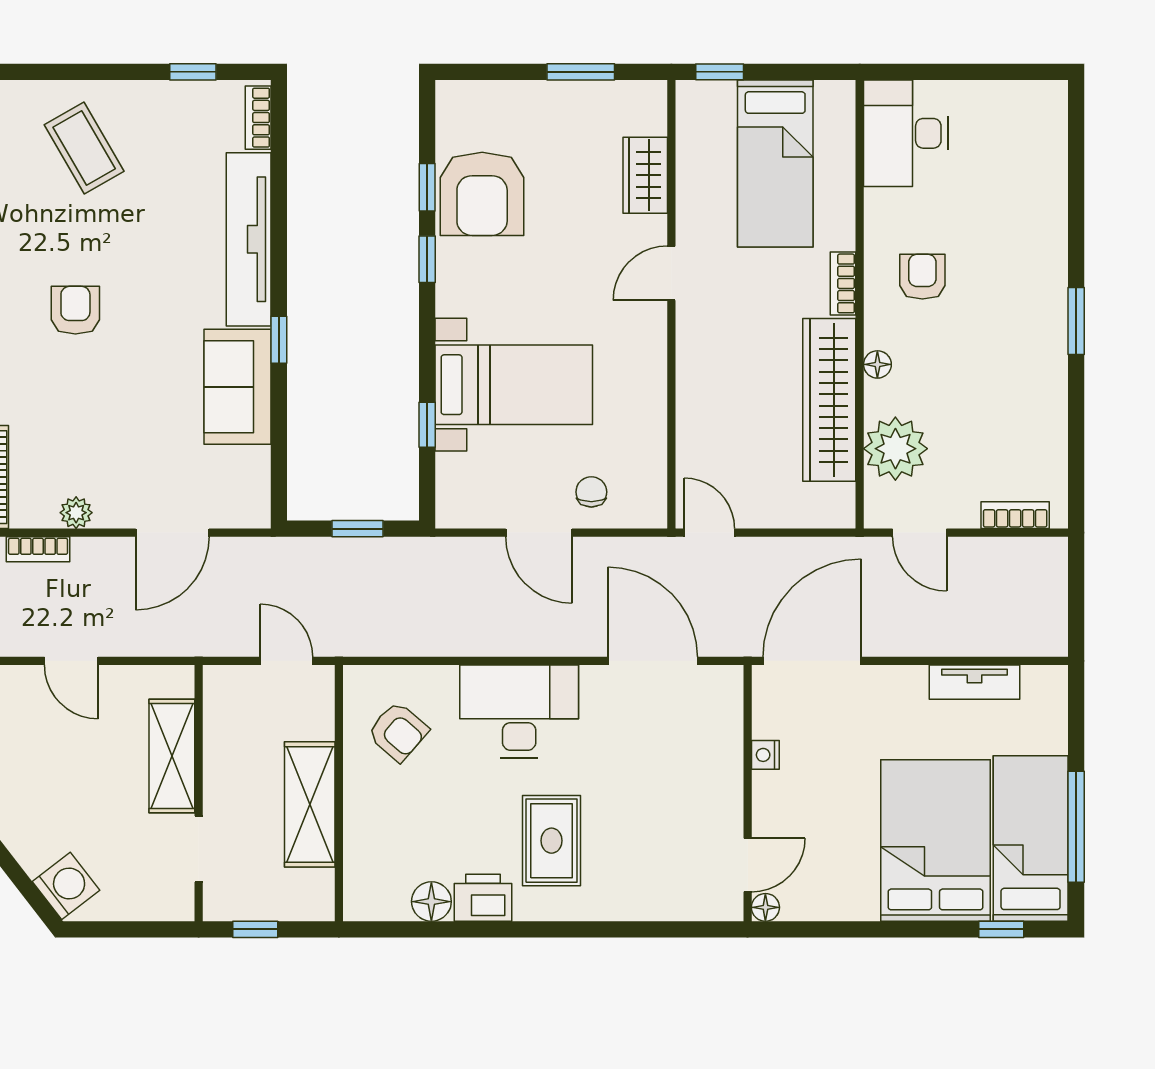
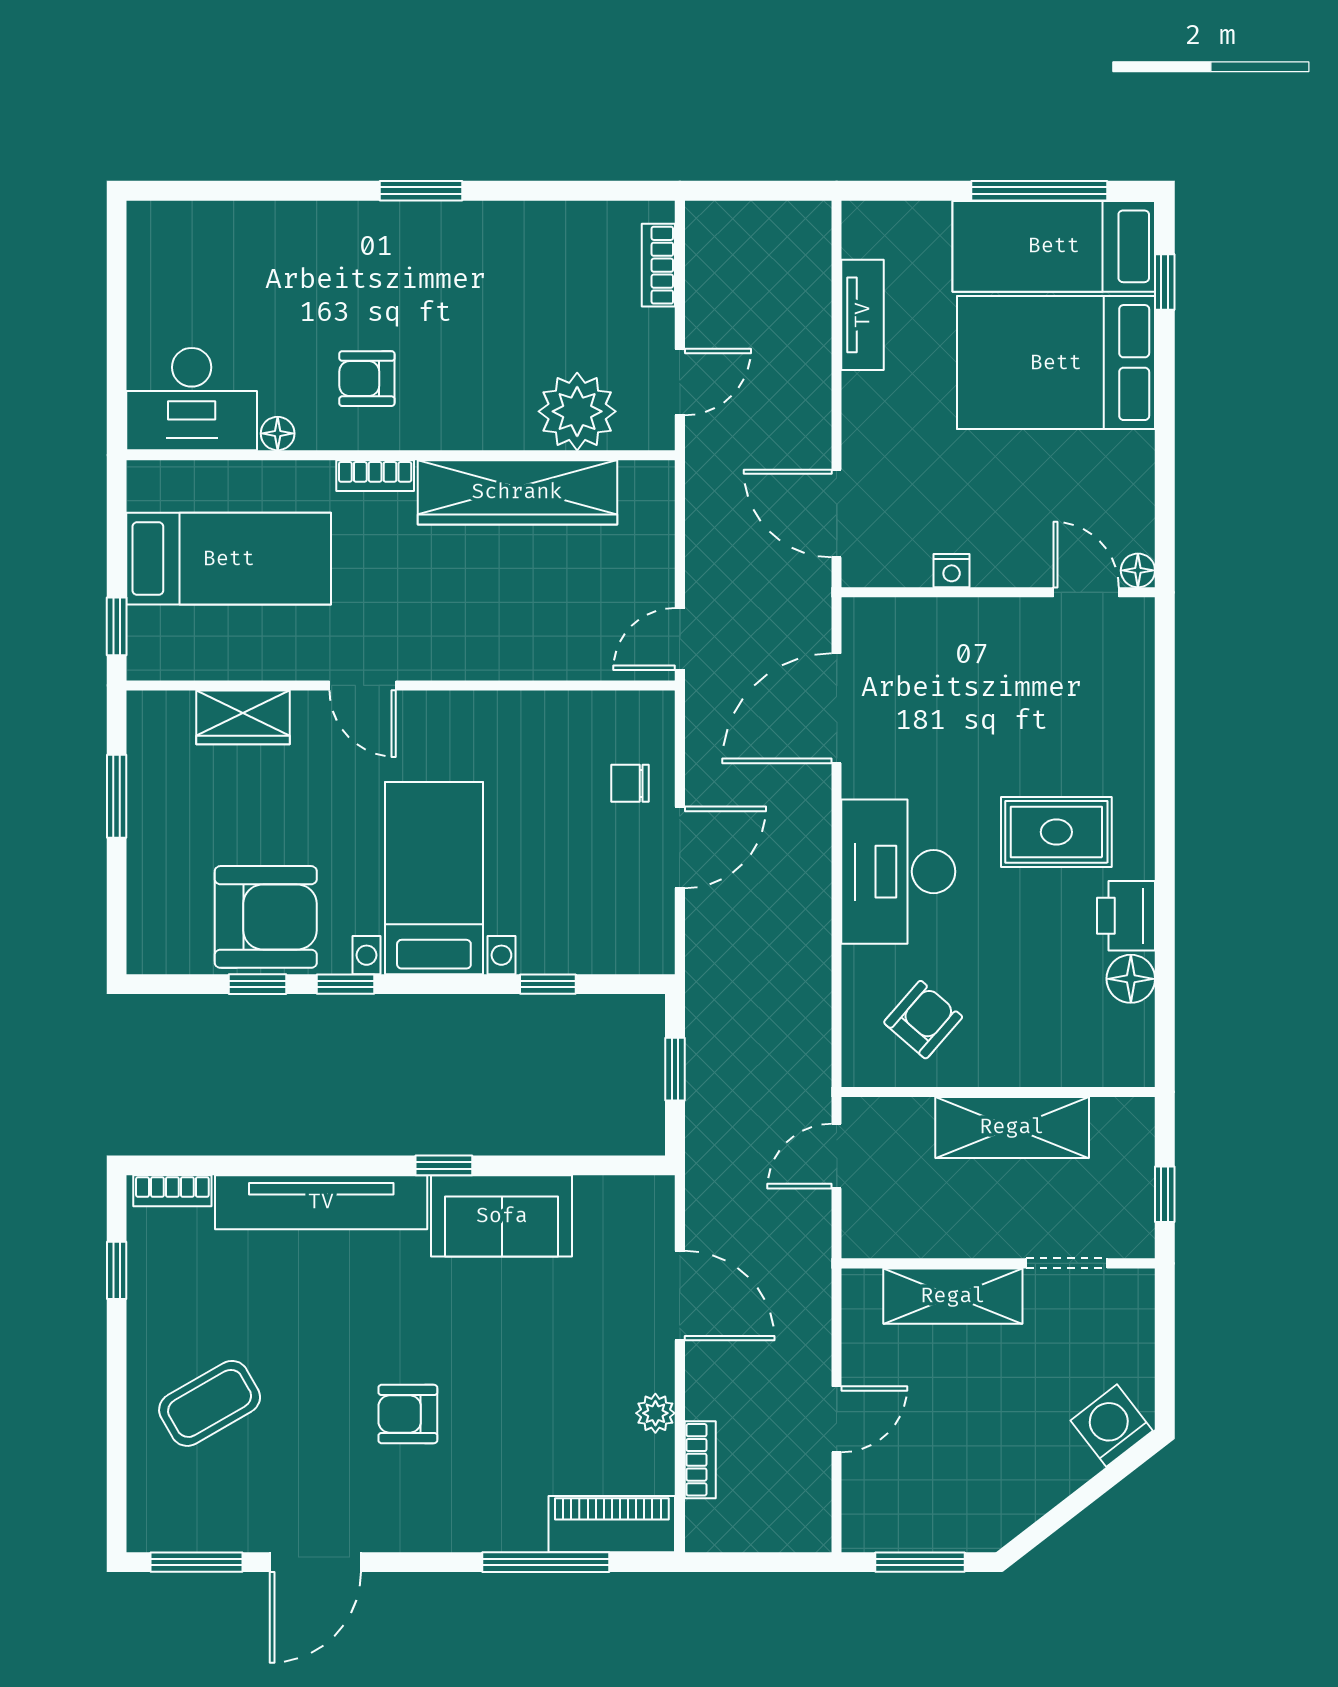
floor lamp: (877, 364) -> (278, 433), moved
bed with nightstands: (514, 385) -> (434, 878), moved
door: (812, 661) -> (837, 513), width x0.73

